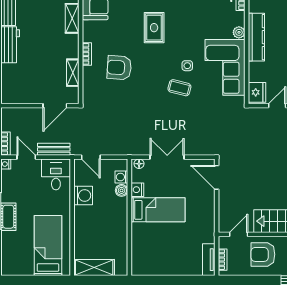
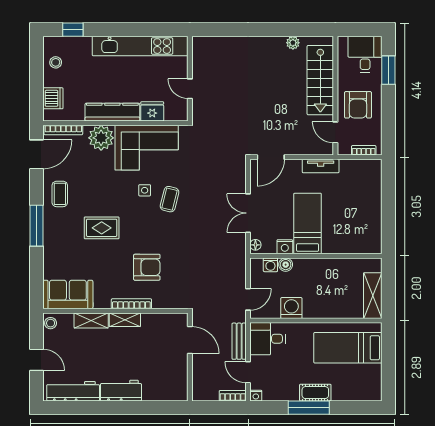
plant: (239, 32) -> (101, 138), width x1.88, depth x1.88
bookcase: (87, 54) -> (131, 304), width x1.56
armchair: (119, 68) -> (147, 267), turned -94
shelving: (73, 73) -> (125, 320), moved
fridge: (257, 92) -> (152, 111), moved
door: (26, 157) -> (248, 372), hinge flipped
tv unit: (209, 260) -> (321, 166), moved

